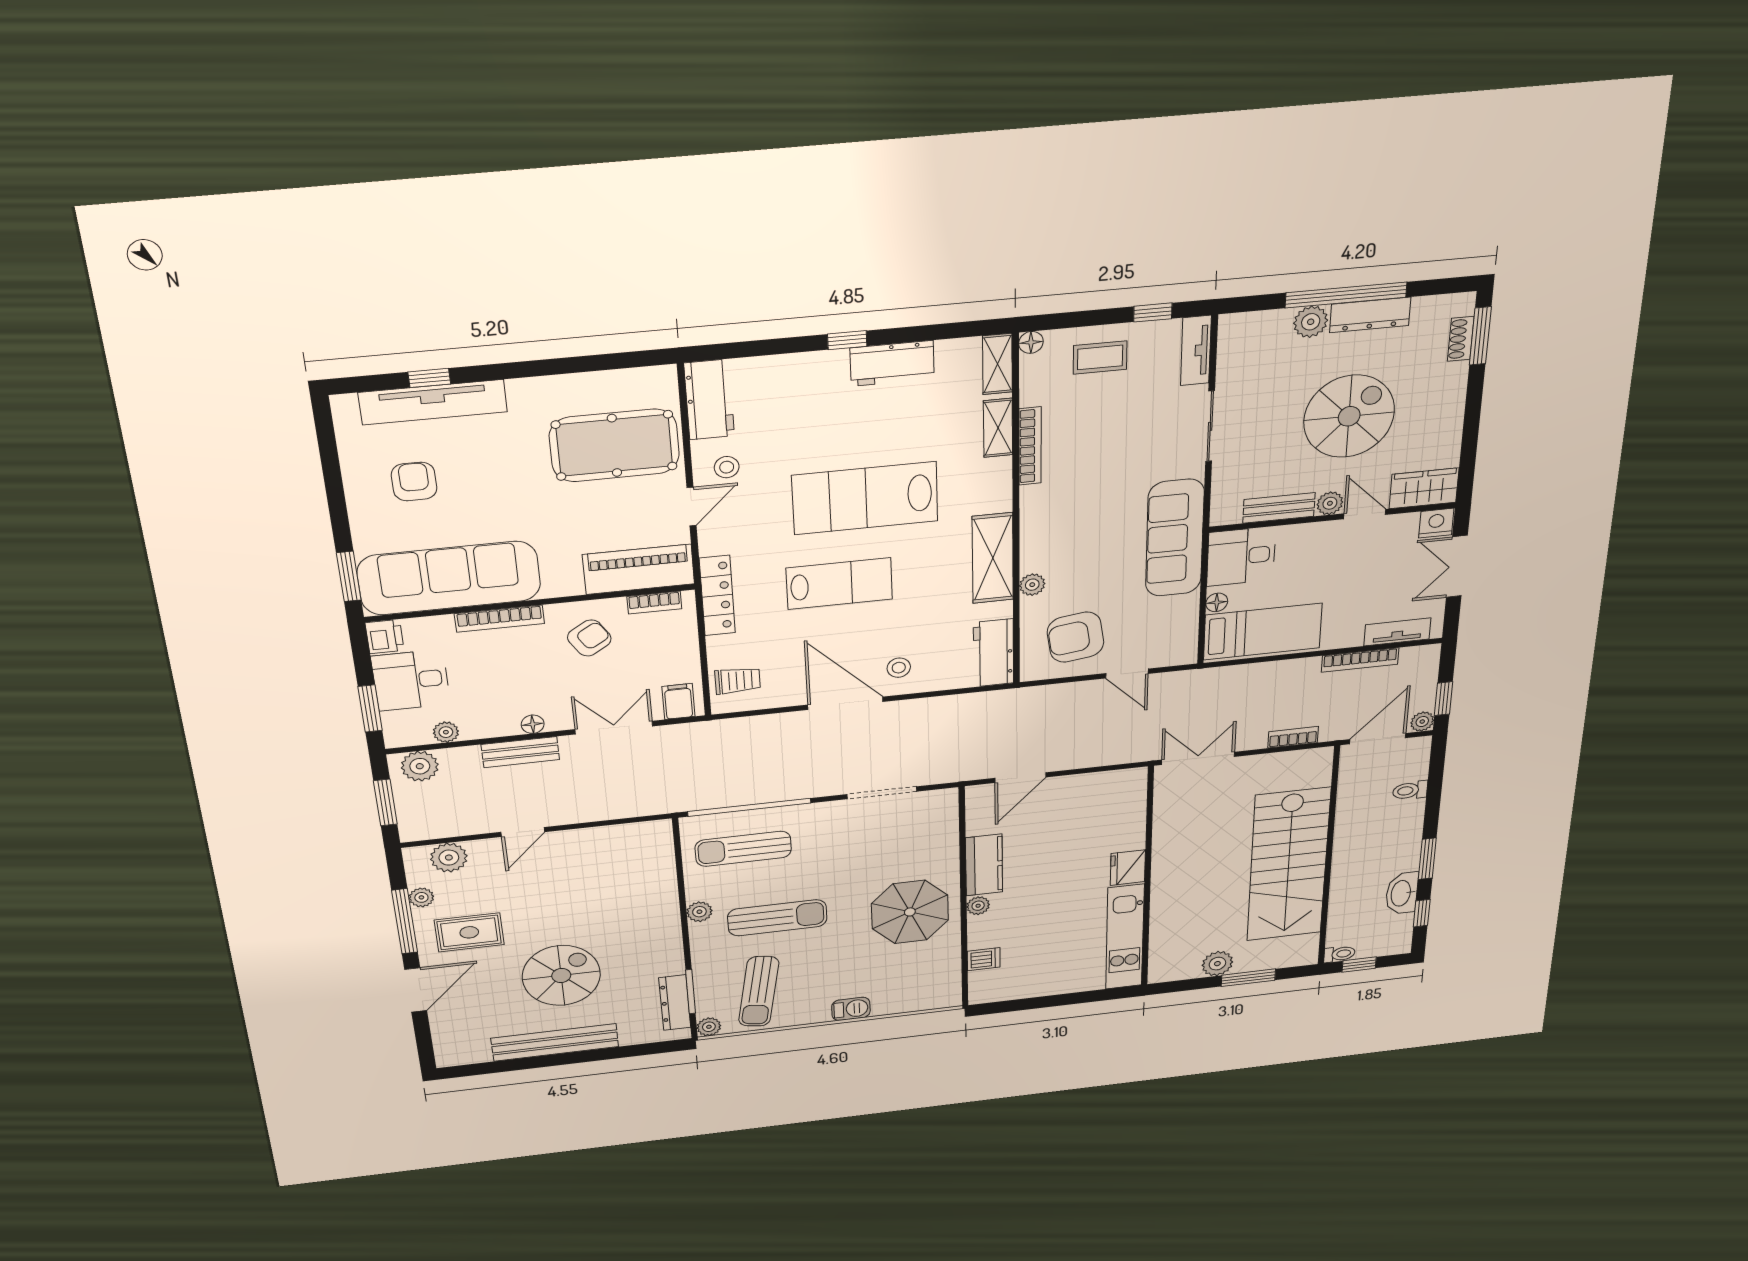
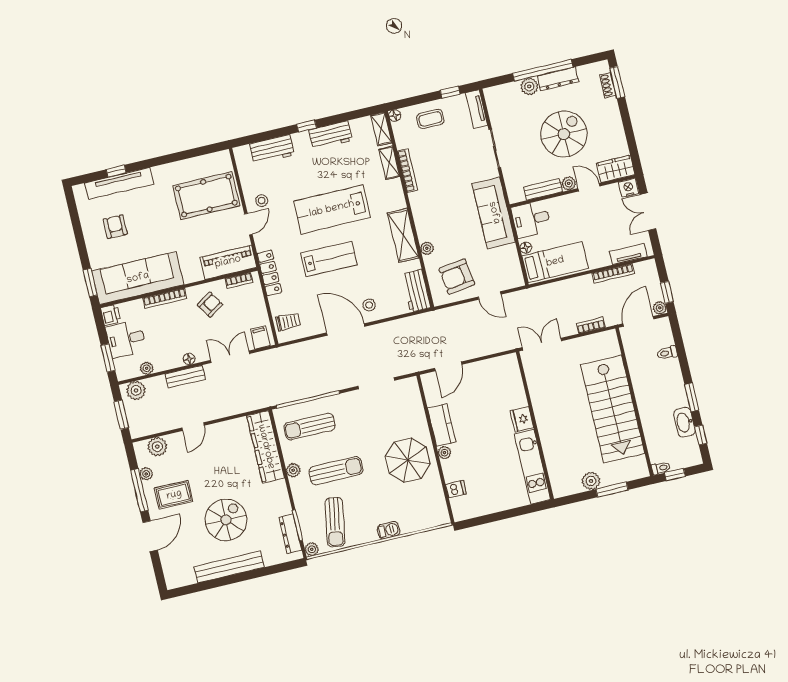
workbench: (709, 400) -> (272, 149), moved, turned 90
wardrobe: (655, 873) -> (266, 447), added

